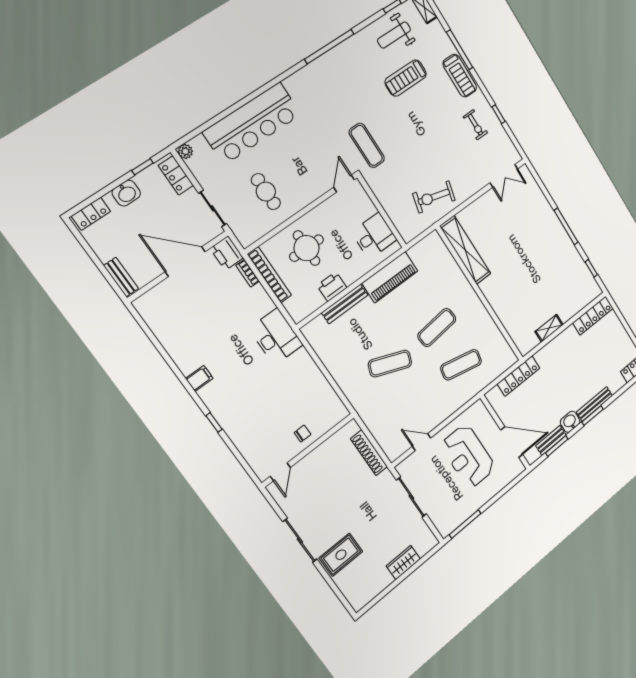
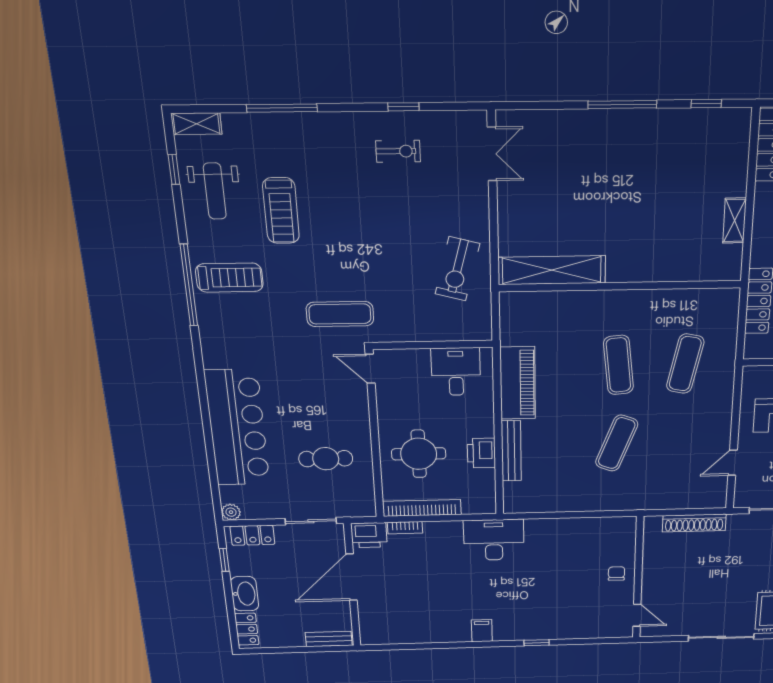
treadmill: (460, 76) -> (229, 278), moved
washbasin: (126, 193) -> (245, 594), width x1.38

